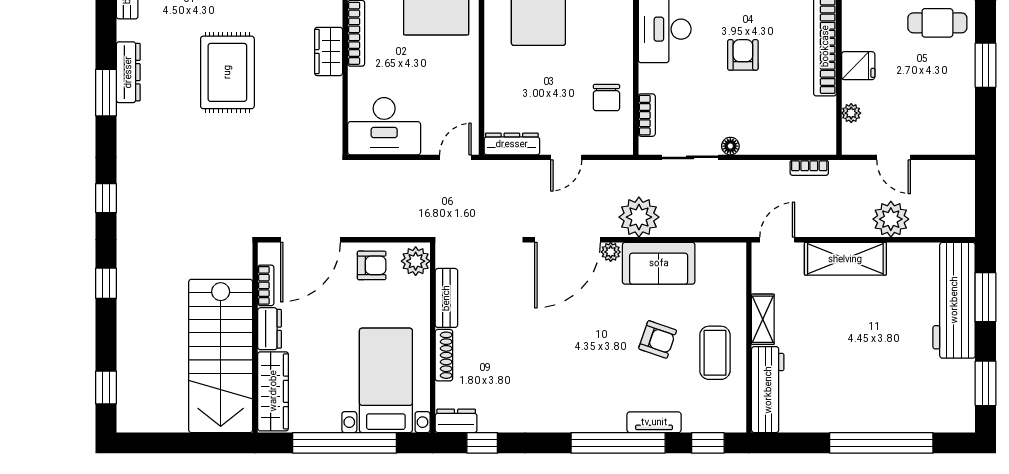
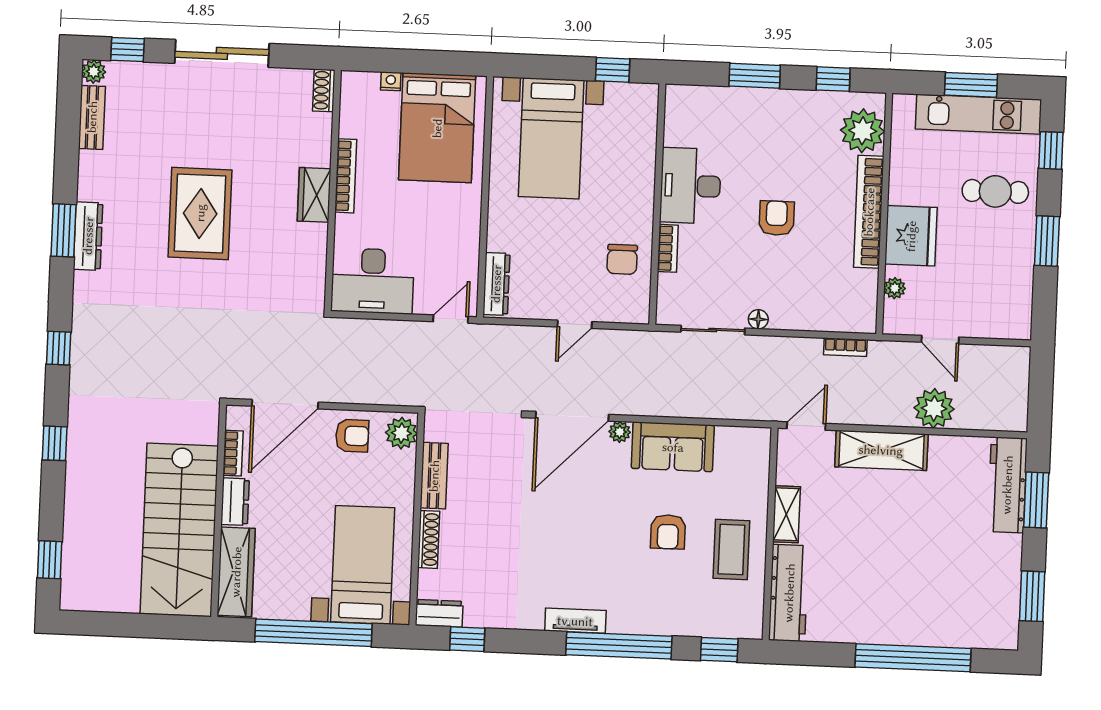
fridge: (858, 66) -> (911, 236), width x1.88, depth x1.34
dresser: (128, 72) -> (88, 236), moved
bookcase: (647, 115) -> (668, 248), moved
dresser: (512, 144) -> (496, 284), moved, turned 90
plant: (639, 217) -> (653, 394), removed
workbench: (954, 300) -> (1007, 485), width x0.73, depth x0.76
armchair: (658, 339) -> (668, 532), turned 71
tv unit: (654, 422) -> (575, 621), moved

